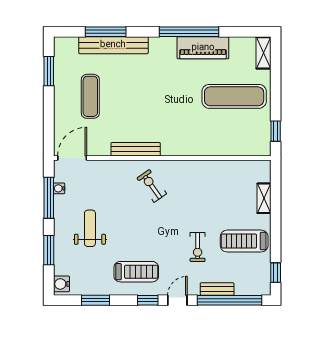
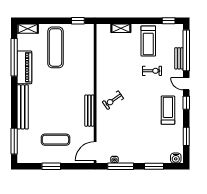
window: (106, 32) -> (14, 141), moved
window: (189, 32) -> (14, 57), moved
bench: (113, 45) -> (23, 107), moved
window: (49, 71) -> (51, 166), moved
door: (72, 158) -> (95, 151), hinge flipped
weight bench: (90, 228) -> (140, 140), removed

